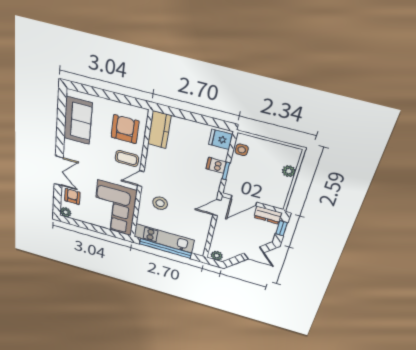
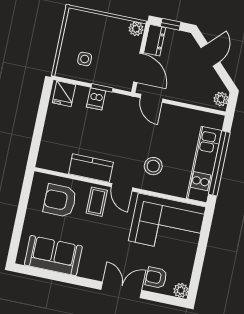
kitchen counter: (159, 130) -> (91, 168), moved
side table: (242, 150) -> (85, 59), moved
plant: (289, 171) -> (136, 29), moved

